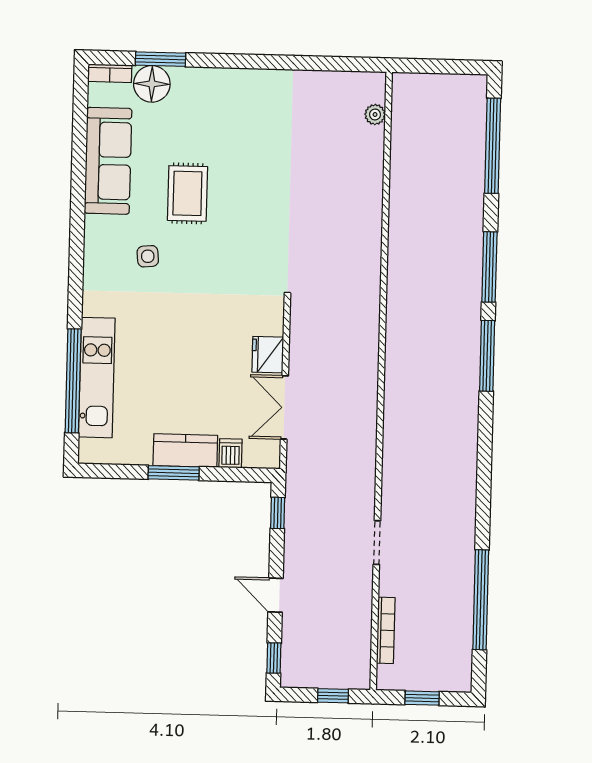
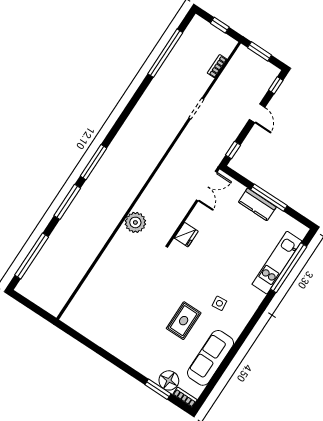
plant: (375, 115) -> (135, 222), moved, width x1.88, depth x1.88
fridge: (268, 355) -> (186, 235), moved
double door: (284, 407) -> (207, 186), moved
dishwasher: (231, 453) -> (238, 190), removed
window: (174, 473) -> (269, 198), width x1.44
bookcase: (386, 630) -> (217, 66), width x0.64
window: (333, 696) -> (260, 51), width x1.50

